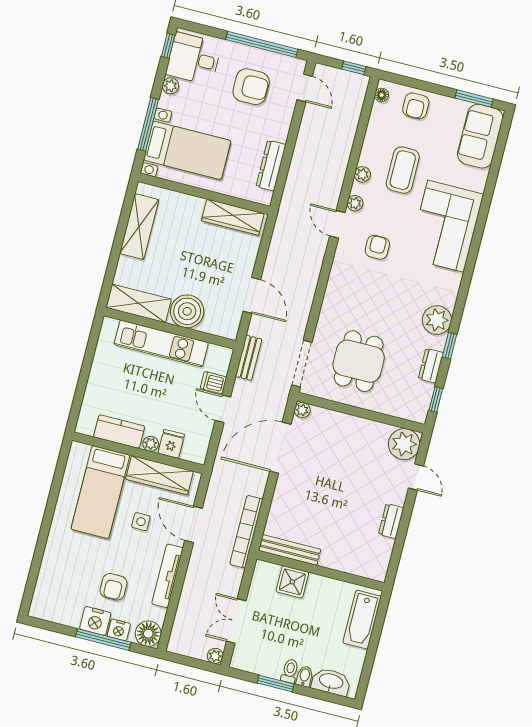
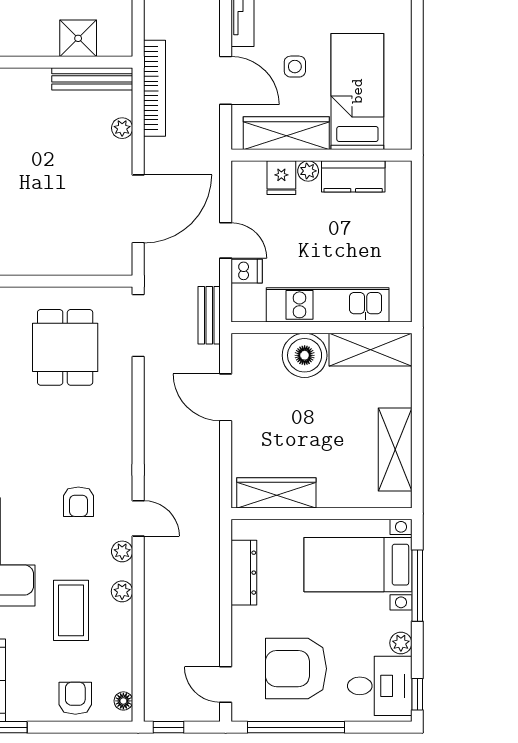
armchair: (251, 87) -> (296, 669), width x1.36, depth x1.36
plant: (302, 410) -> (122, 128), moved

